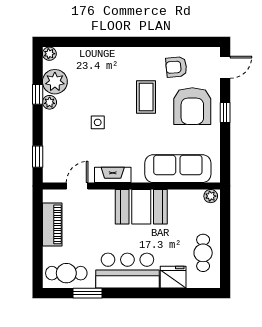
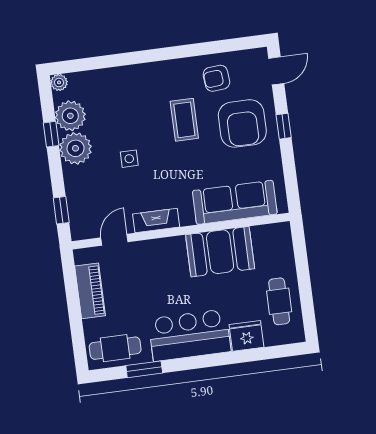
plant: (50, 102) -> (75, 148), width x1.87, depth x1.87
plant: (211, 196) -> (279, 231), removed
booth: (141, 207) -> (220, 252), moved

